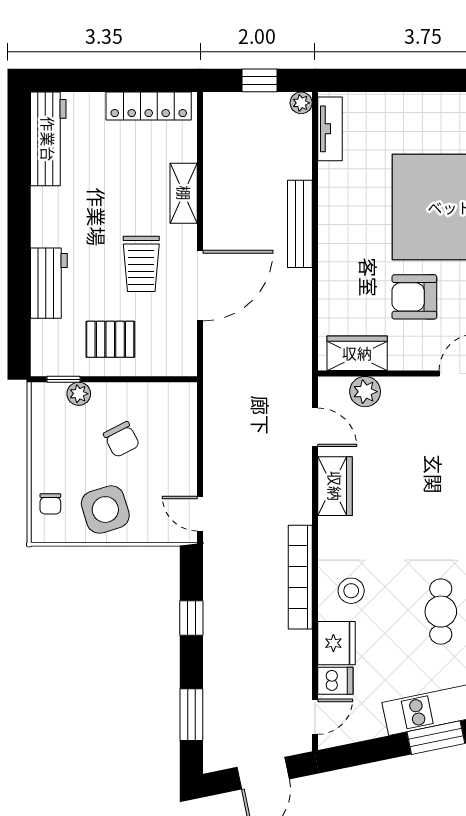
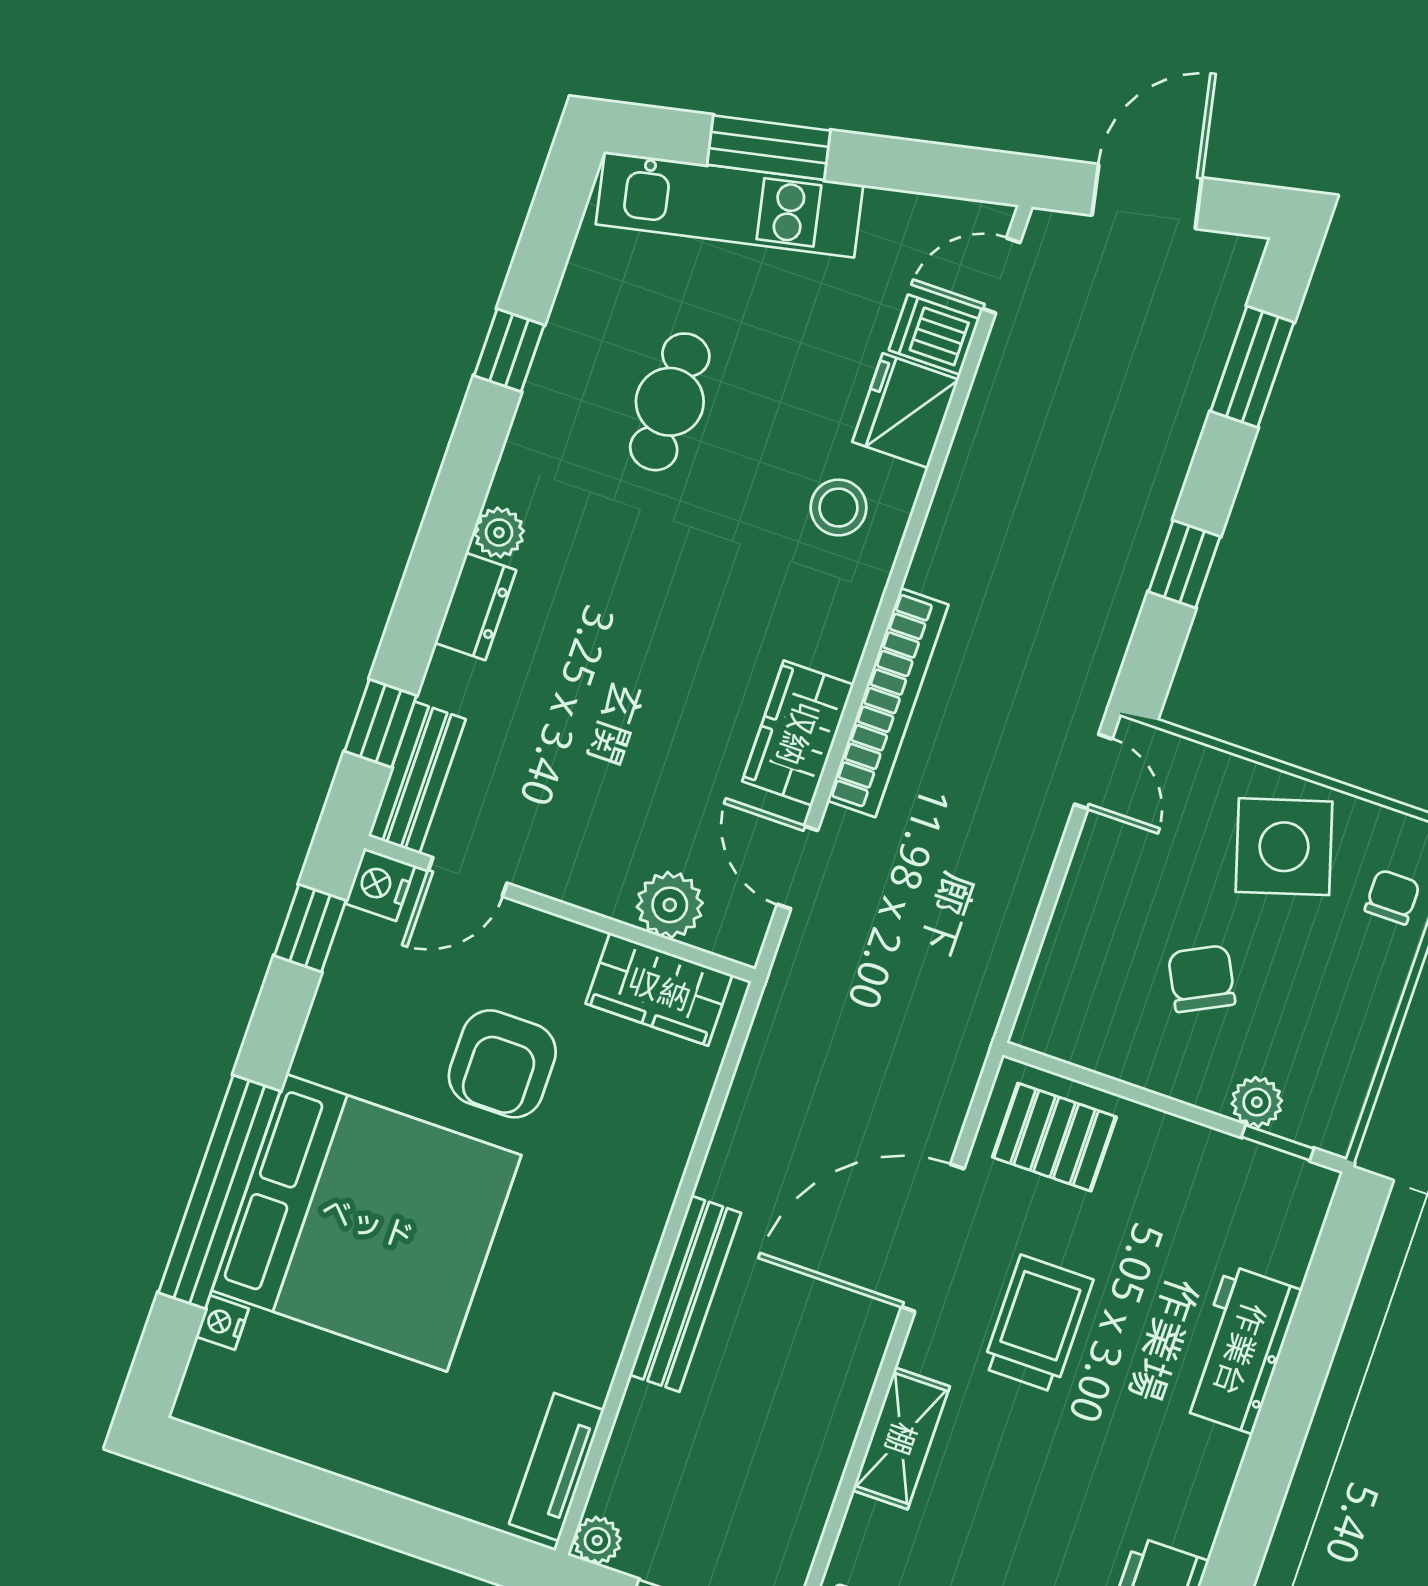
armchair: (414, 297) -> (502, 1064), turned 90
pallet: (110, 339) -> (1054, 1137), moved
bookcase: (300, 577) -> (888, 703), moved

